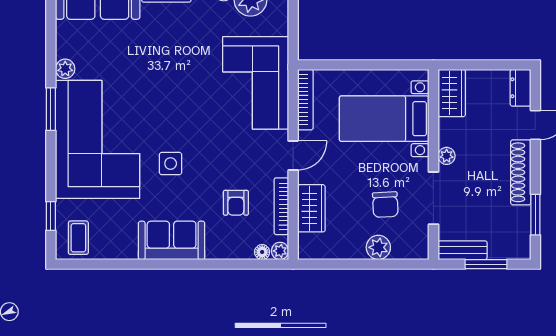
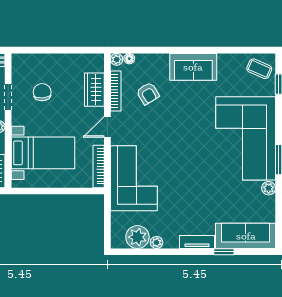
side table: (171, 164) -> (194, 121), removed
doorway: (433, 198) -> (8, 97), width x0.73
armchair: (236, 203) -> (148, 93), turned 149
coffee table: (78, 238) -> (259, 69), turned -66
plant: (378, 247) -> (47, 62), removed

